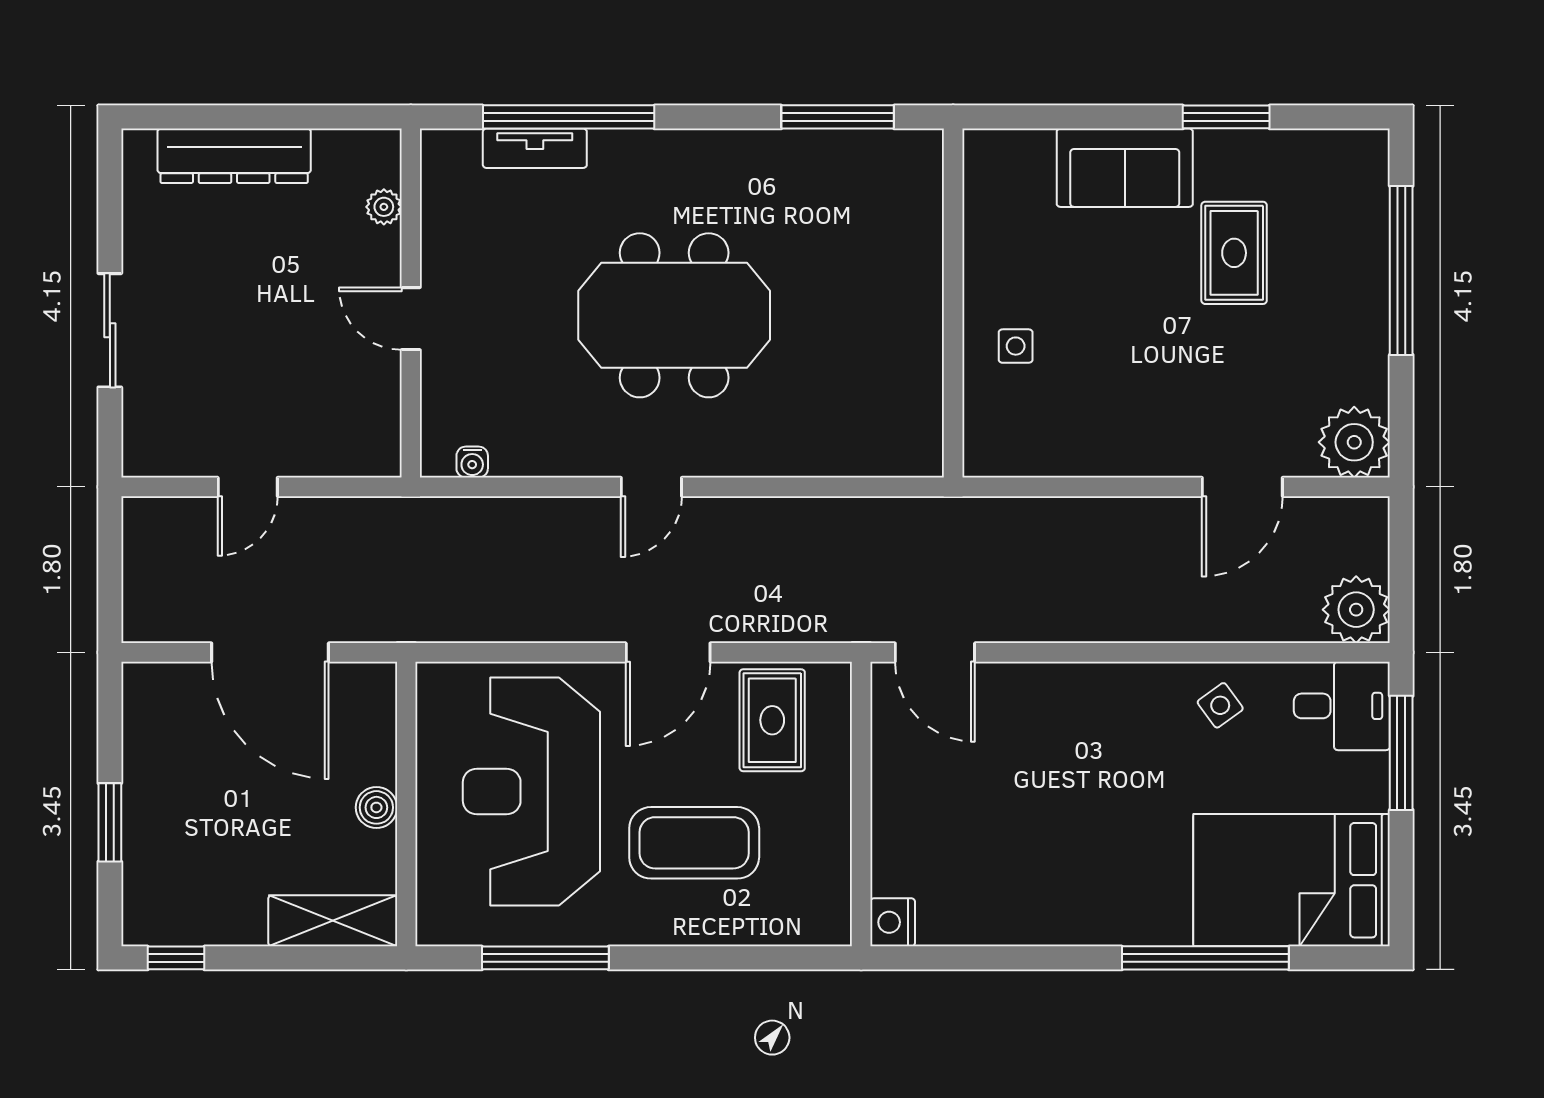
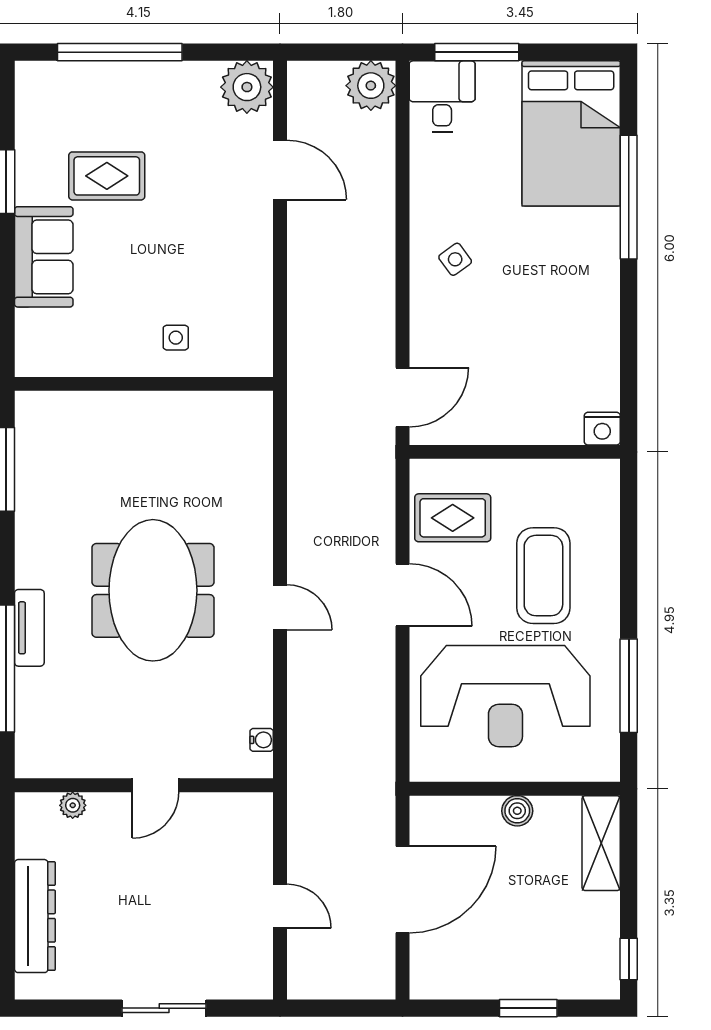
tv unit: (535, 148) -> (29, 628), moved
side table: (1220, 705) -> (455, 259), moved

